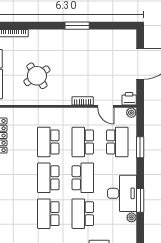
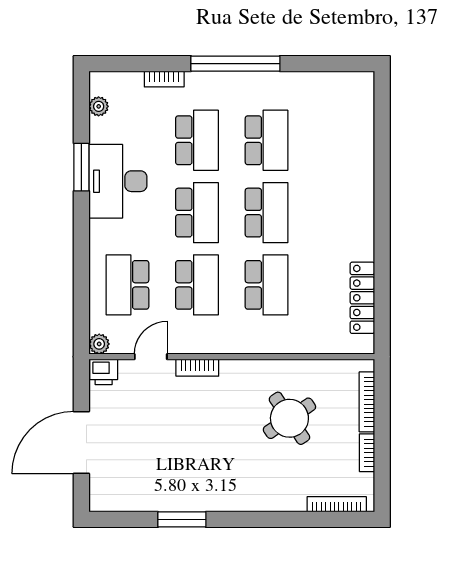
window: (77, 26) -> (182, 519), moved
door: (106, 106) -> (151, 357), hinge flipped
window: (140, 147) -> (81, 274), removed
school desk: (83, 178) -> (197, 213), turned 180
plant: (132, 217) -> (99, 106), moved

